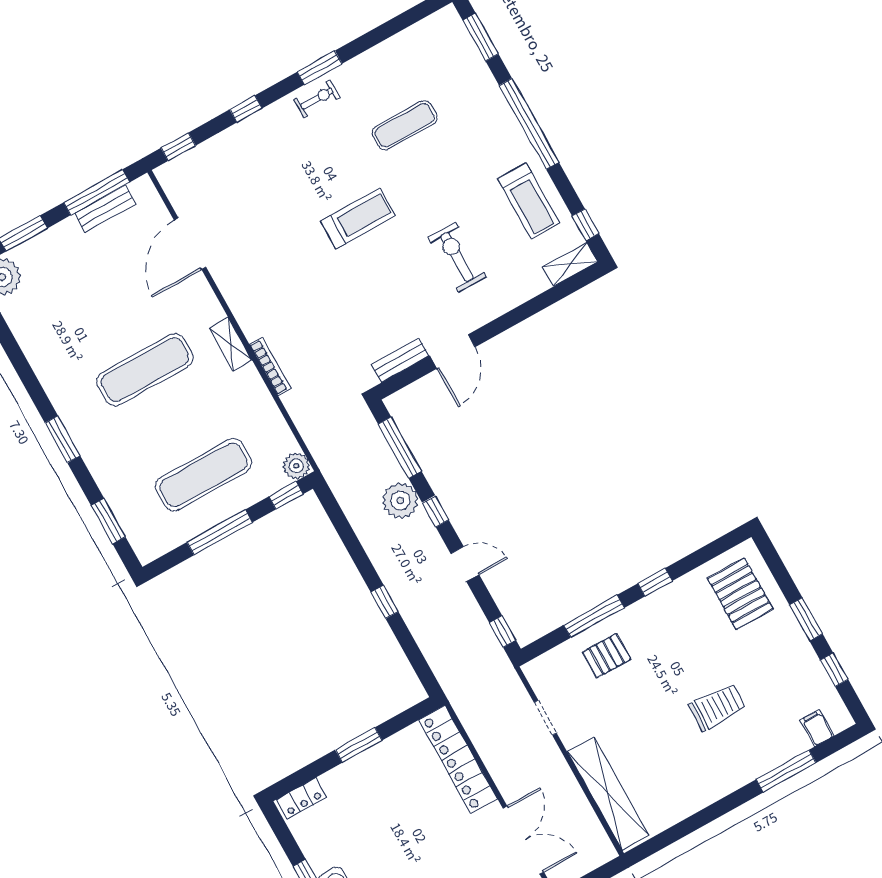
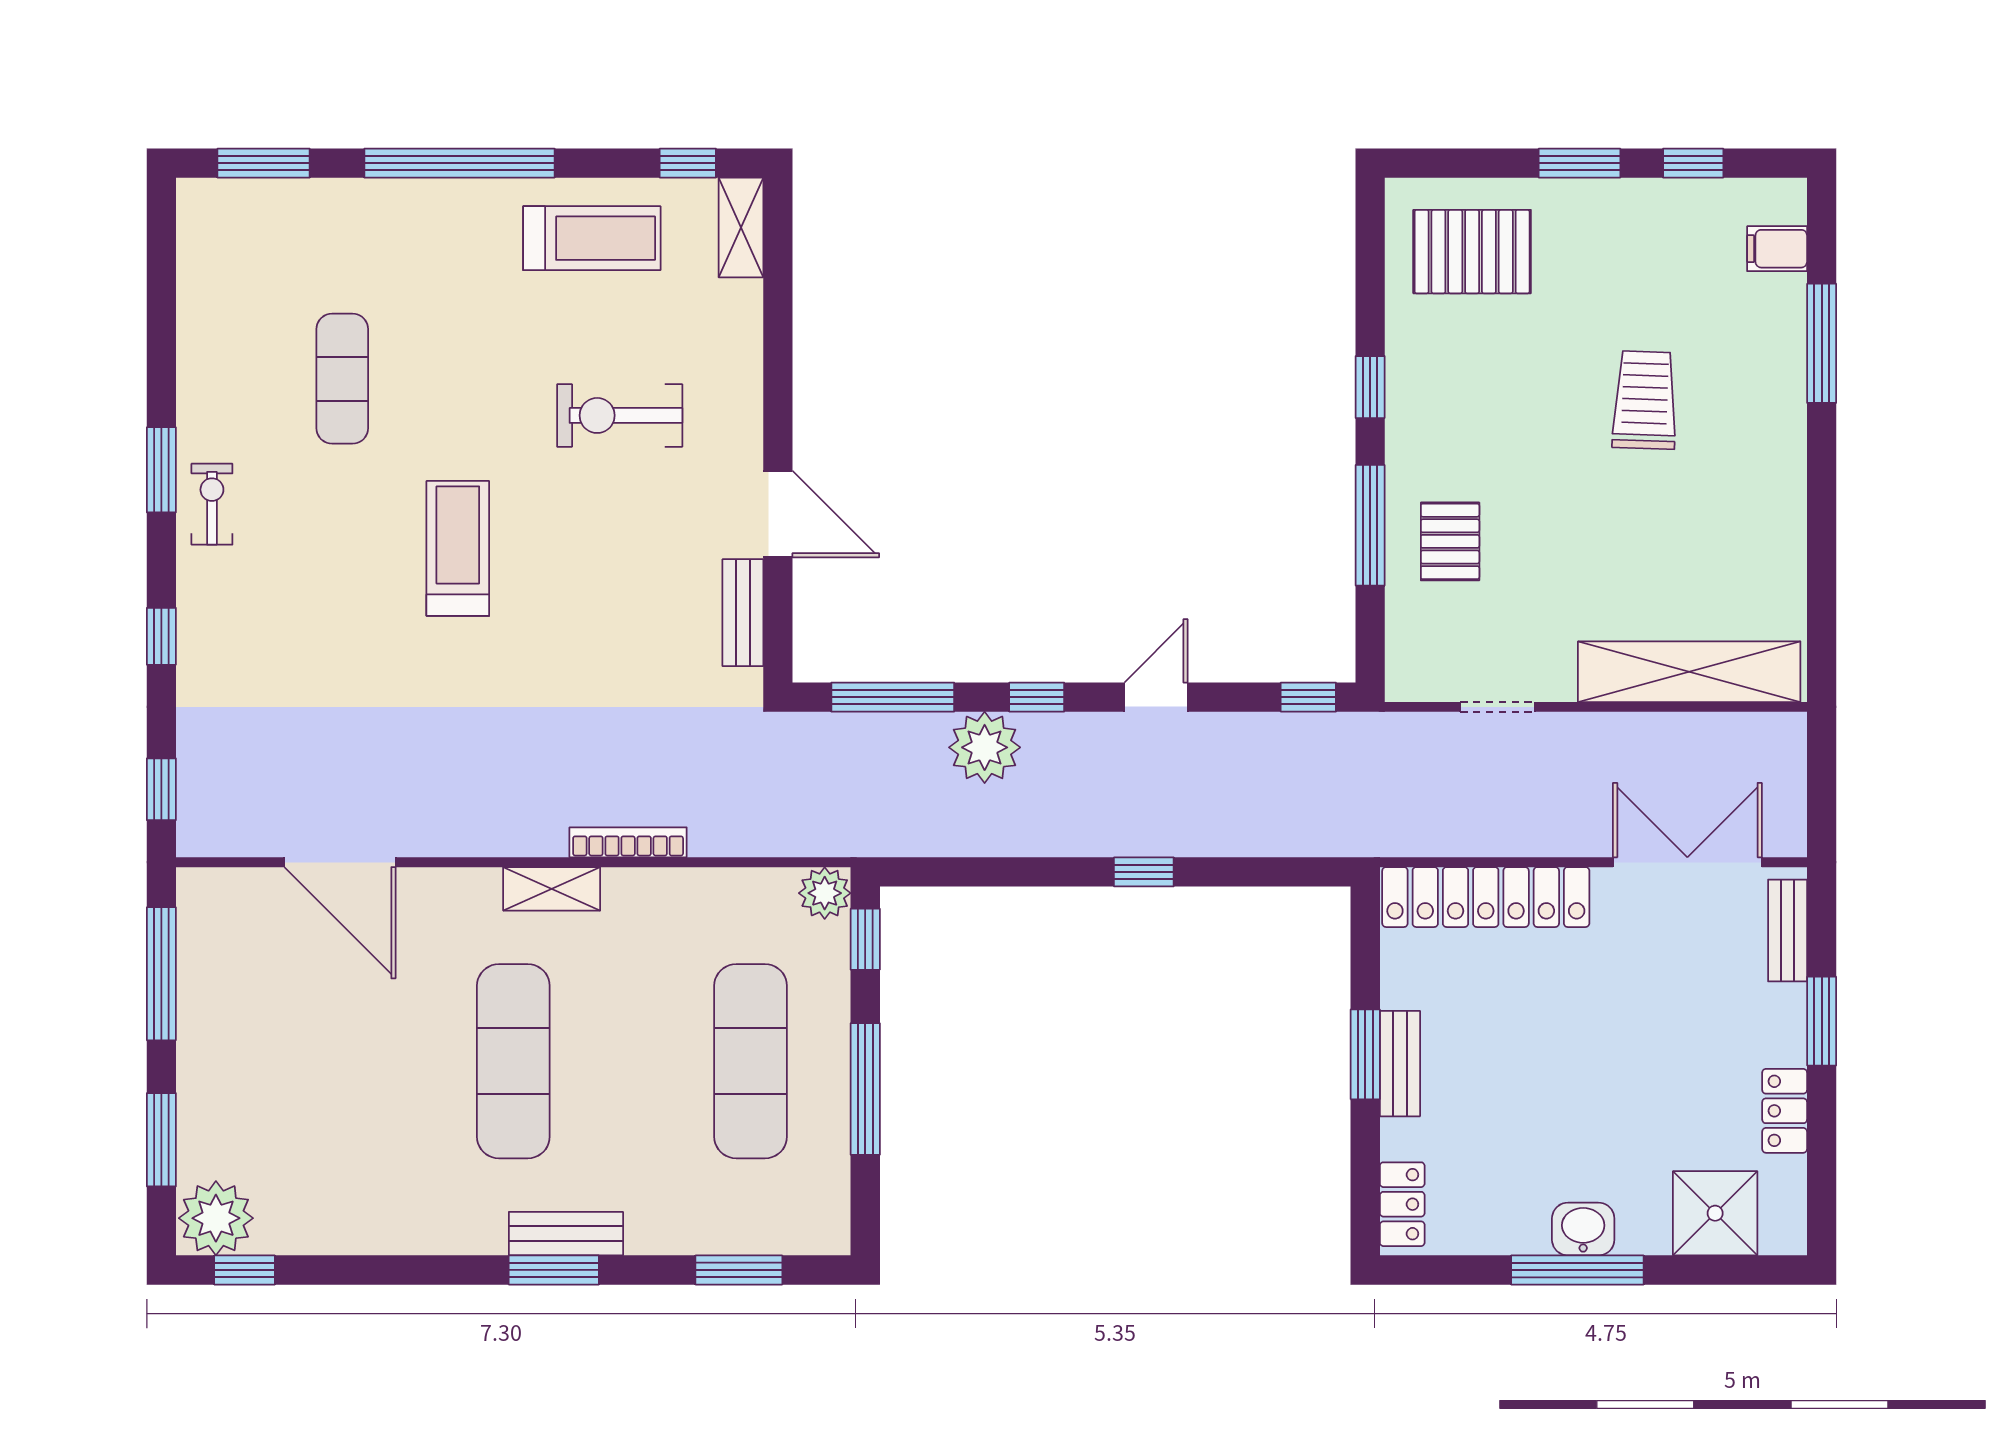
bench: (105, 209) -> (566, 1234), moved, turned 90
bench: (363, 763) -> (1400, 1064), added

